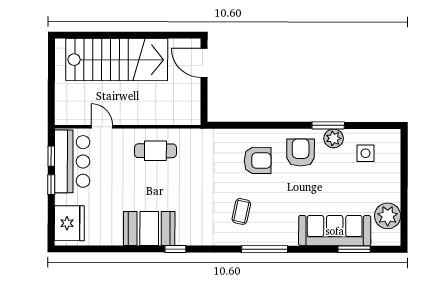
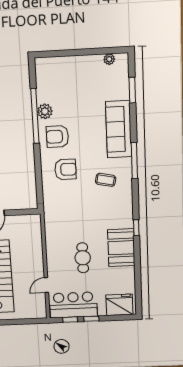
window: (328, 125) -> (35, 116), width x2.11
cafe table: (155, 151) -> (83, 258), moved
side table: (365, 153) -> (55, 85), removed
armchair: (258, 160) -> (65, 169), turned 90
plant: (388, 216) -> (109, 59), width x0.53, depth x0.53
sofa: (335, 231) -> (119, 129), moved

